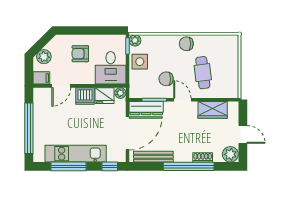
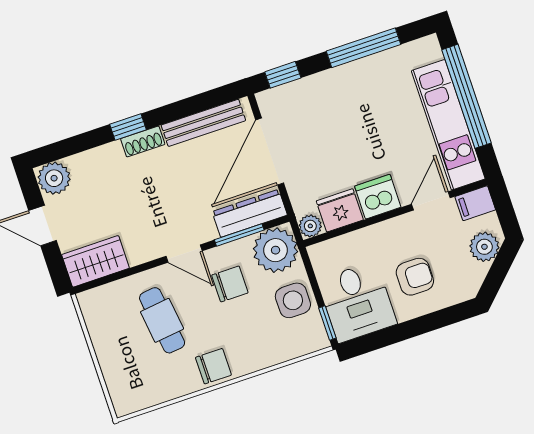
plant: (135, 40) -> (276, 250), moved, width x1.88, depth x1.88
desk: (111, 68) -> (357, 302), moved, turned 180
wardrobe: (213, 110) -> (95, 261), moved
kitchen unit: (76, 154) -> (448, 125), moved, turned 90
shoe rack: (203, 157) -> (143, 142), moved
window: (189, 166) -> (128, 127), width x0.32

